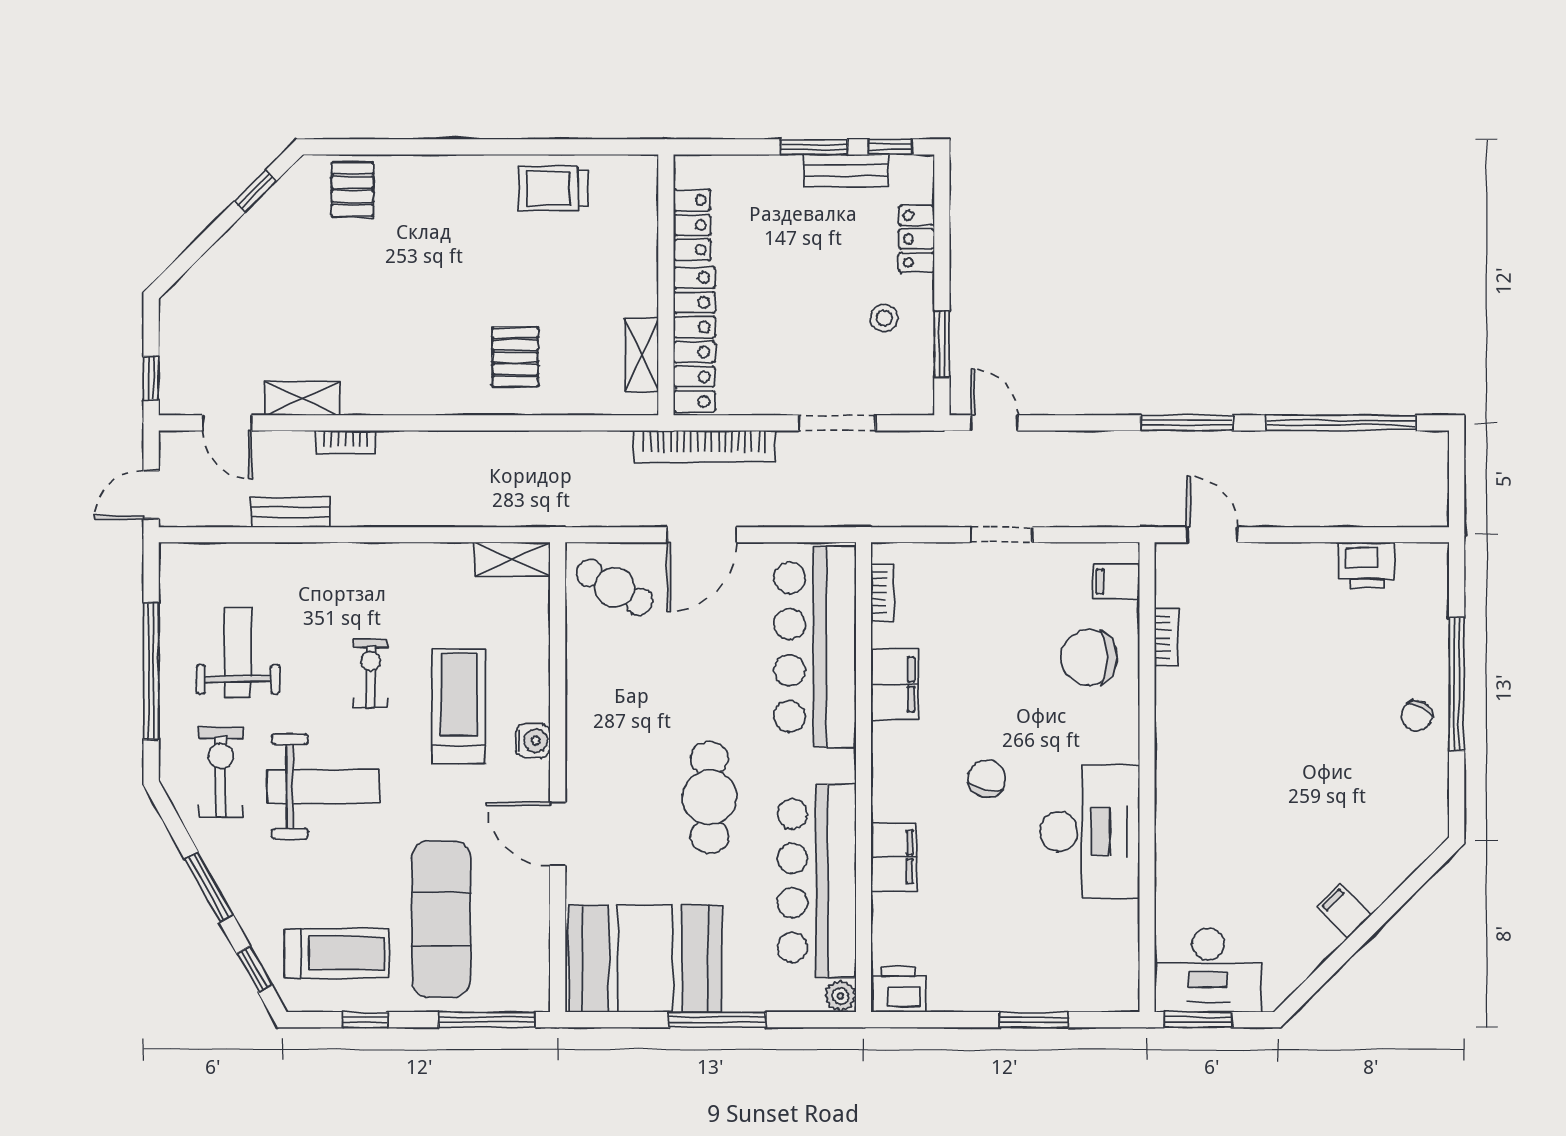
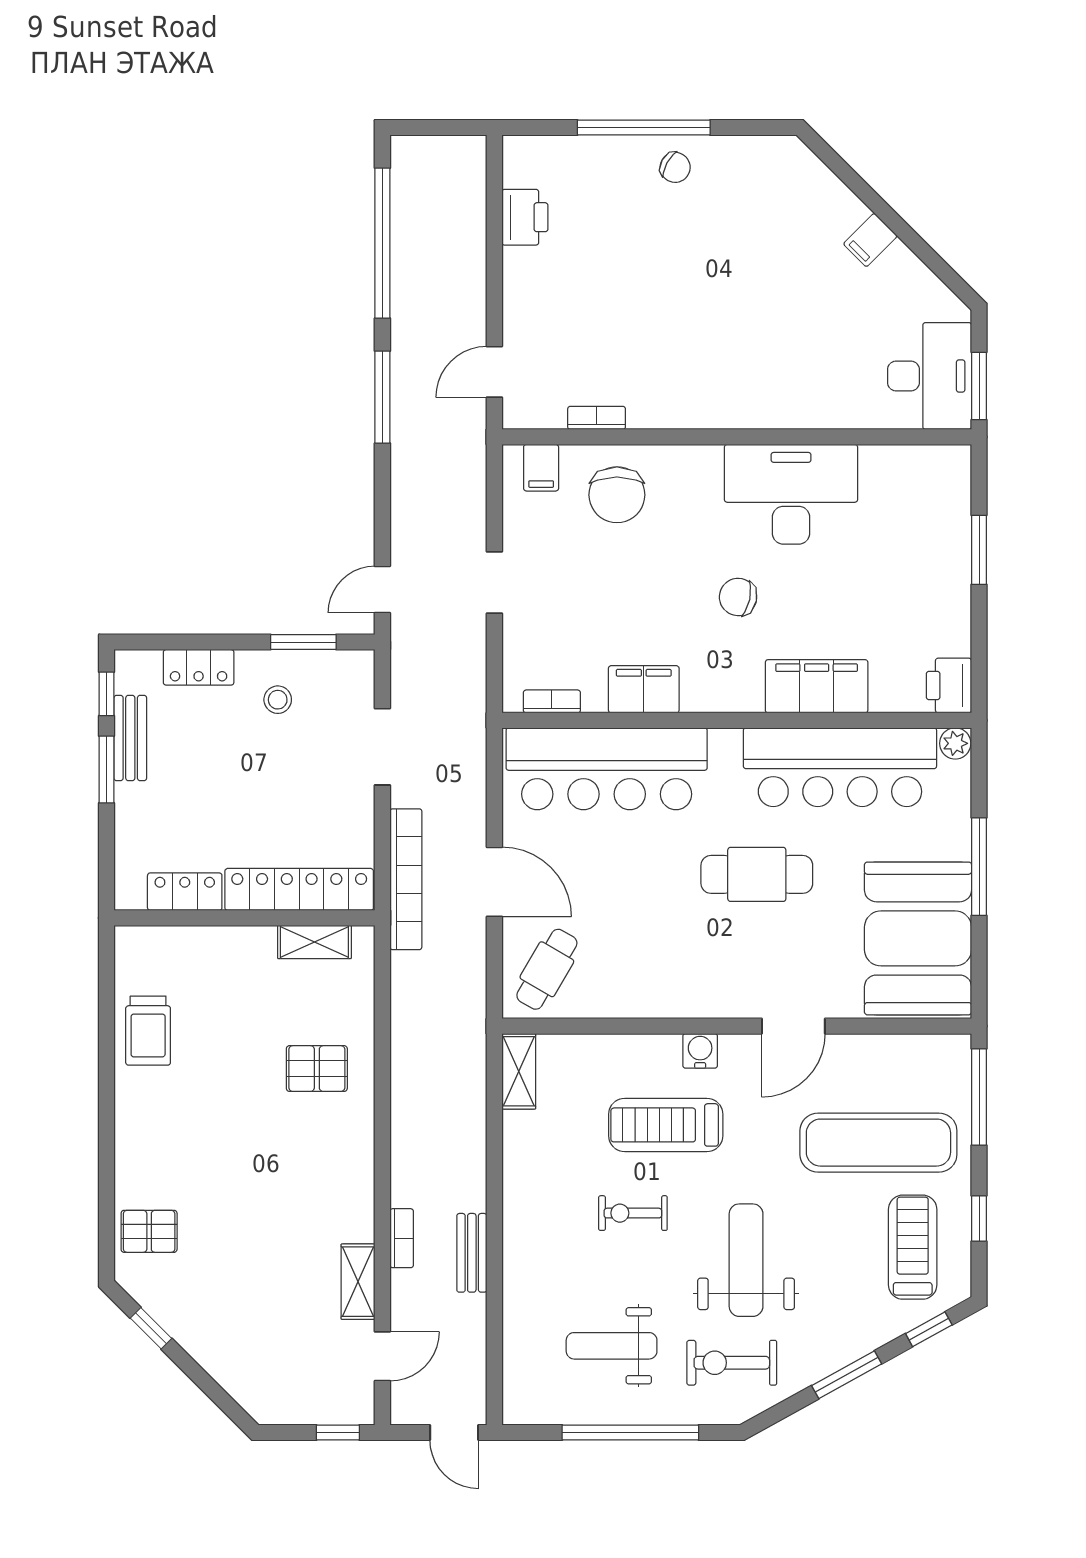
bench: (290, 512) -> (472, 1253), moved
filing cabinet: (894, 857) -> (817, 686), width x1.50, depth x1.17

